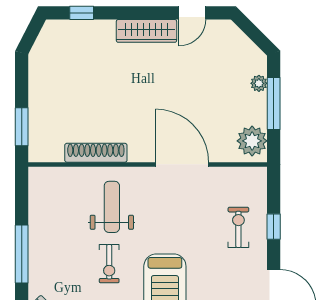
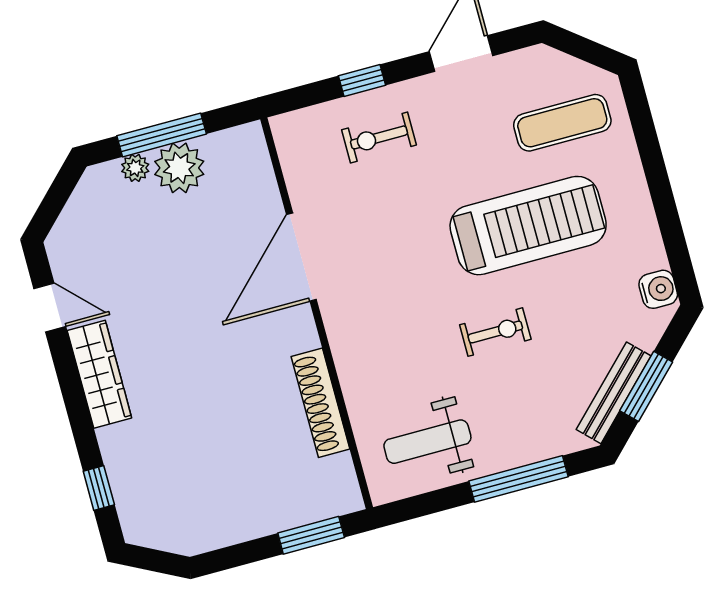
plant: (252, 141) -> (179, 168), moved
weight bench: (112, 207) -> (427, 442), moved

